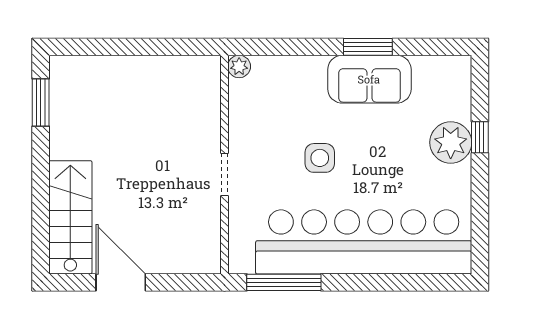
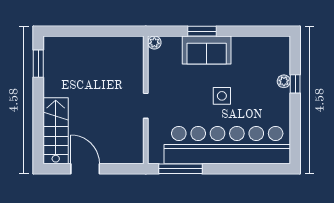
window: (368, 47) -> (202, 31), moved
sofa: (369, 79) -> (207, 50), moved
plant: (451, 142) -> (284, 81), width x0.53, depth x0.53
side table: (320, 158) -> (222, 96), moved

